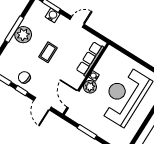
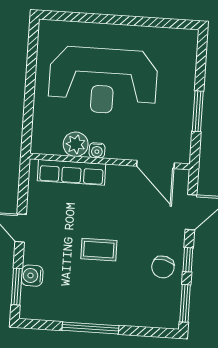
plant: (23, 35) -> (92, 308), removed
plant: (90, 87) -> (76, 144), moved
door: (73, 99) -> (155, 164), hinge flipped

